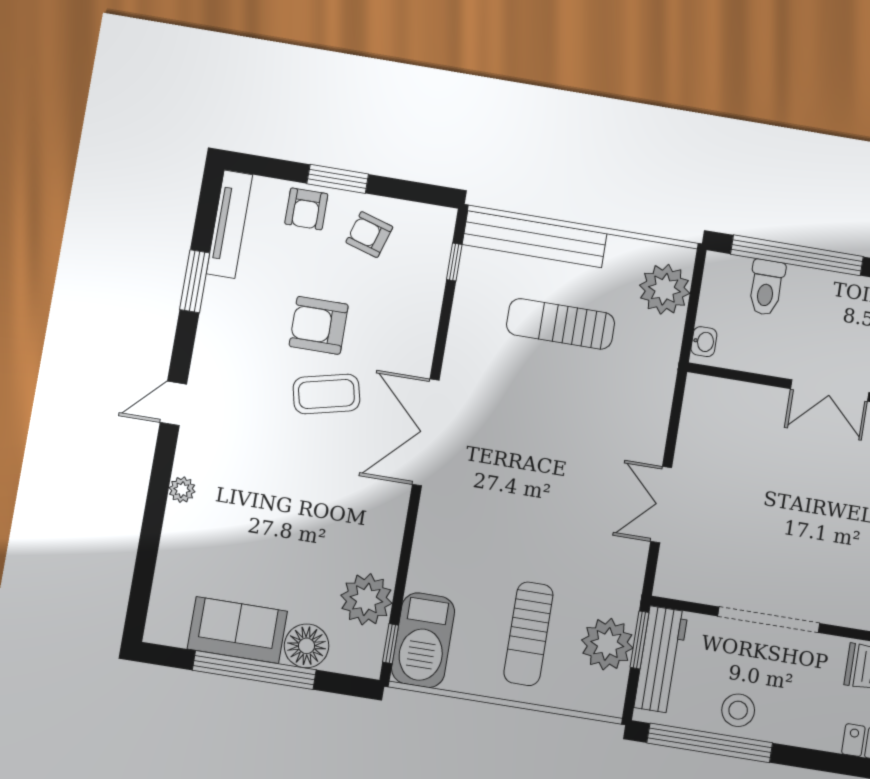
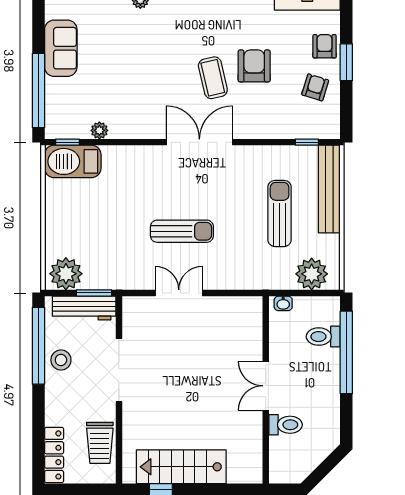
armchair: (306, 209) -> (325, 46), turned 90
plant: (366, 599) -> (99, 130), width x0.53, depth x0.53
sun lounger: (528, 634) -> (182, 231), moved, turned 180
plant: (607, 644) -> (66, 274), moved
floor lamp: (306, 646) -> (58, 91), removed
window: (254, 670) -> (38, 90), moved

